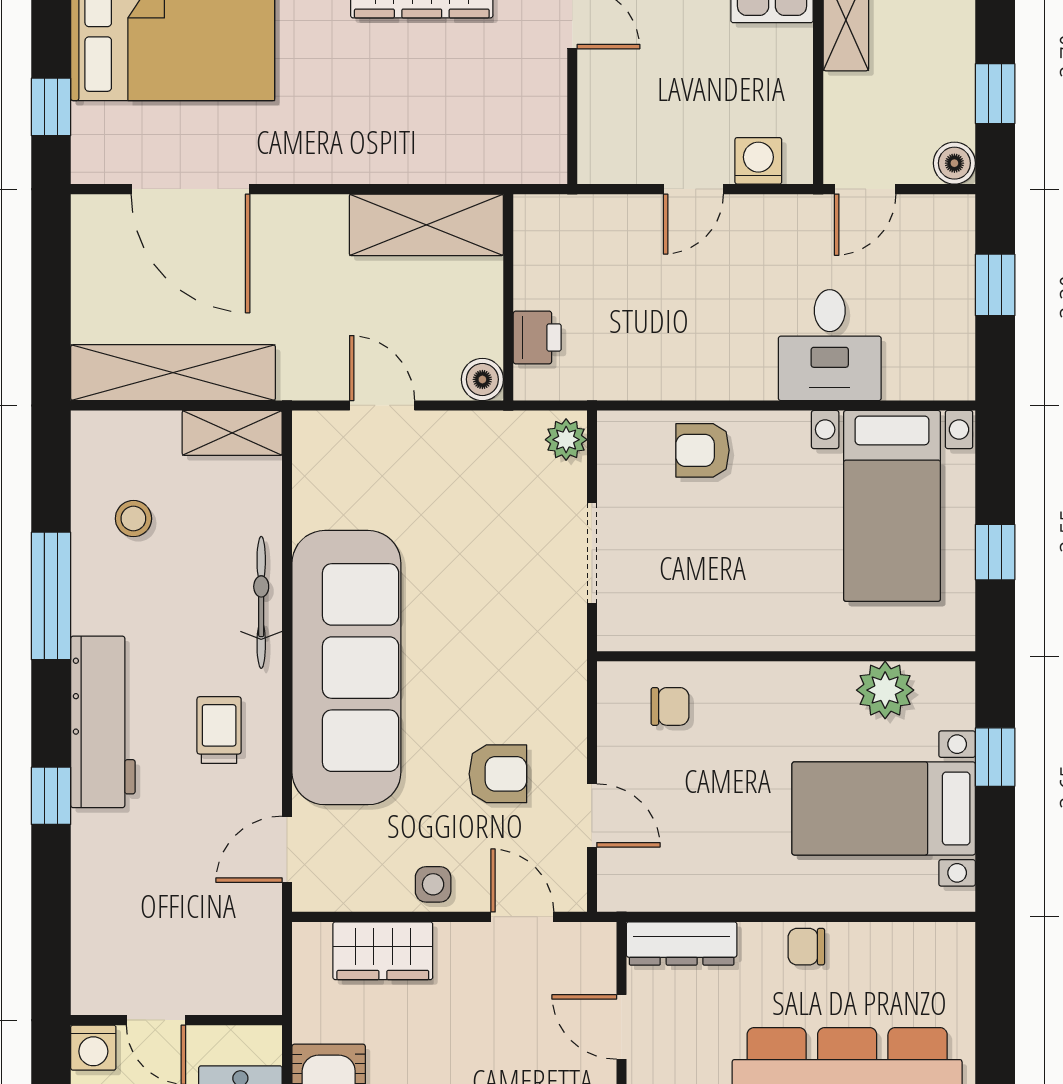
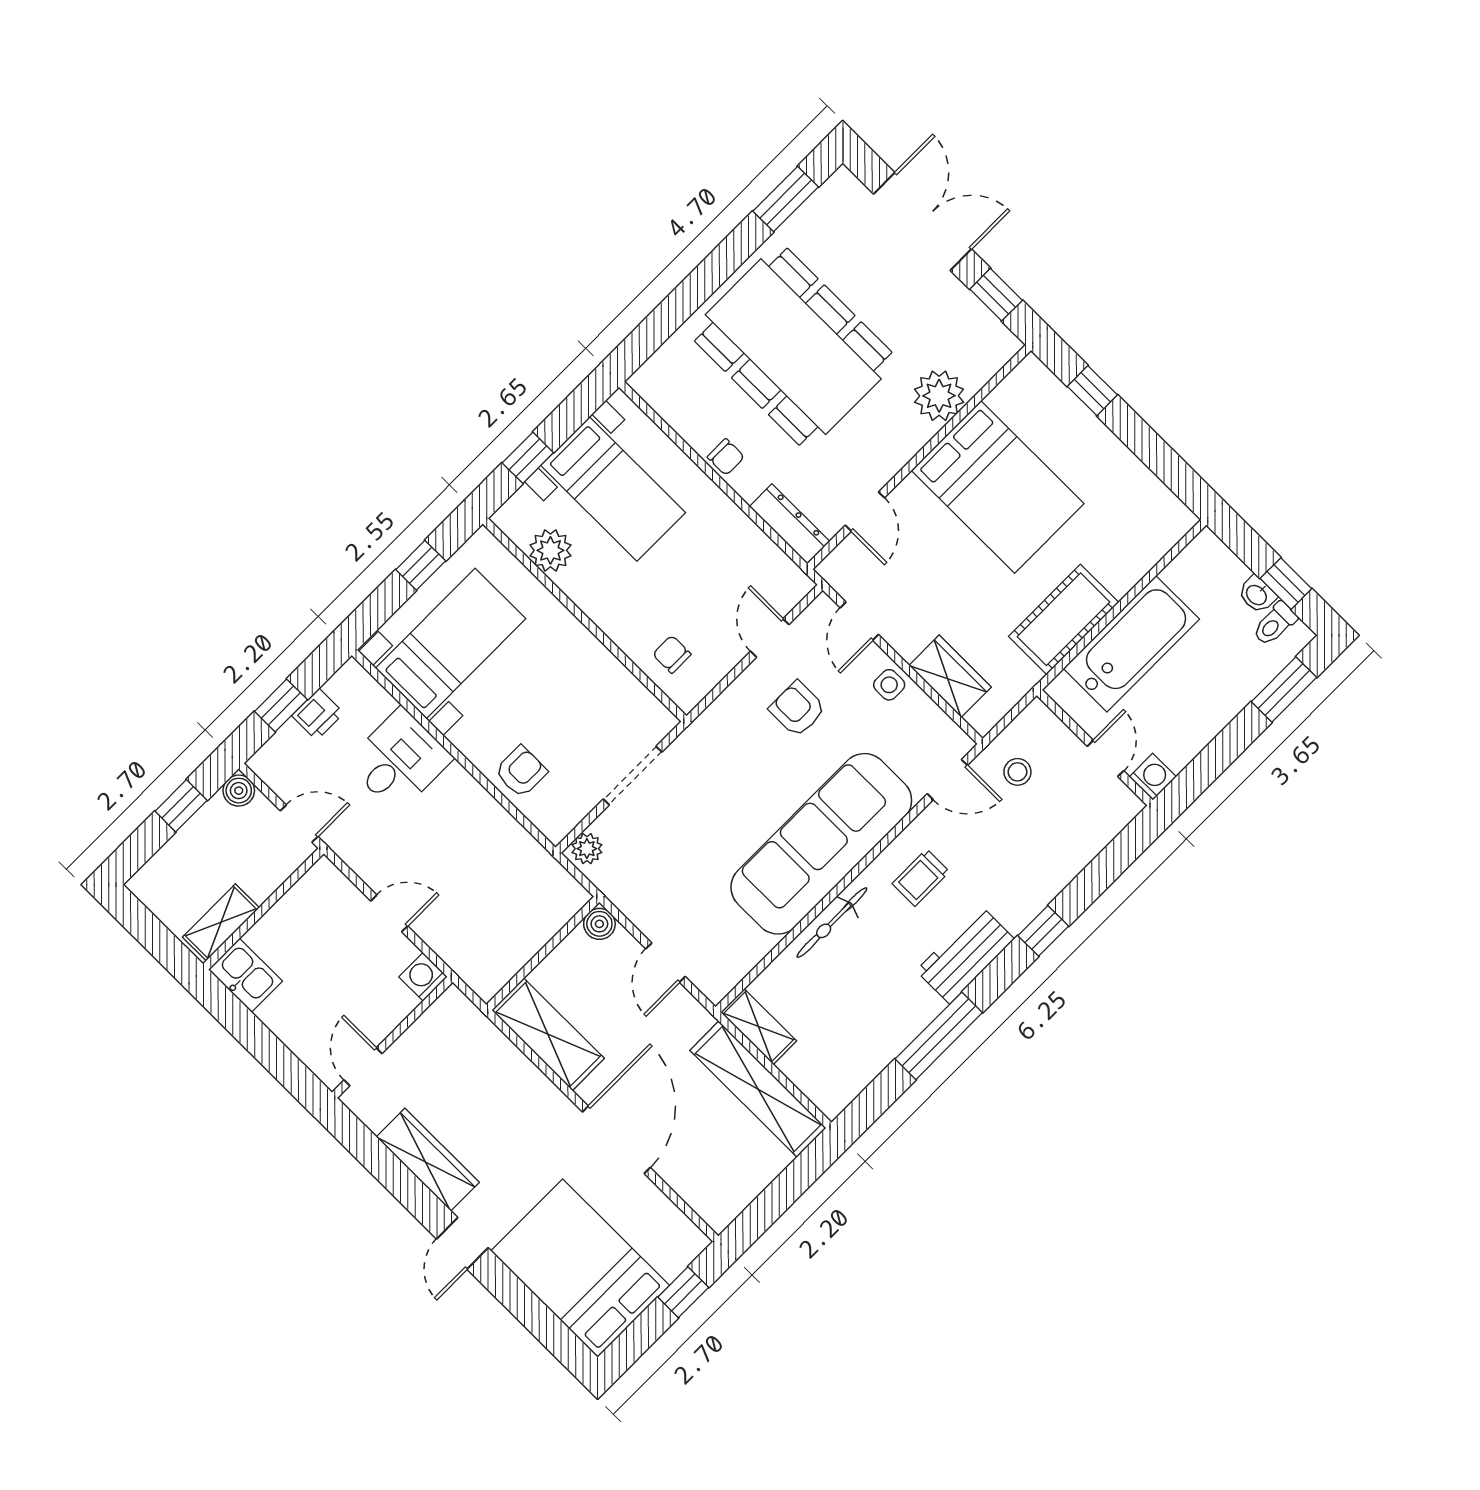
washing machine: (758, 161) -> (423, 977), moved, turned 90
door: (190, 189) -> (616, 1140), moved
printer: (537, 337) -> (318, 714), moved, turned 180
armchair: (703, 450) -> (521, 772), turned -90
stool: (133, 519) -> (1017, 772), moved
workbench: (103, 722) -> (965, 955), width x0.73

